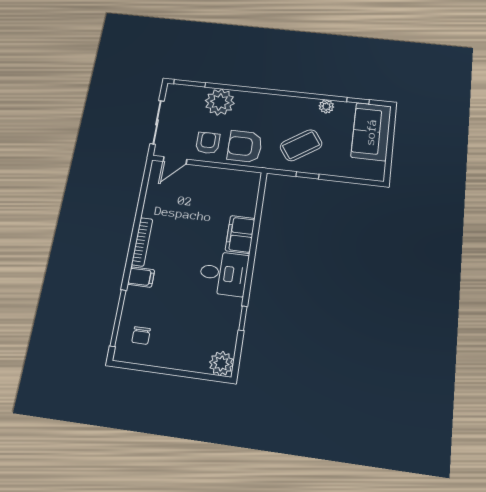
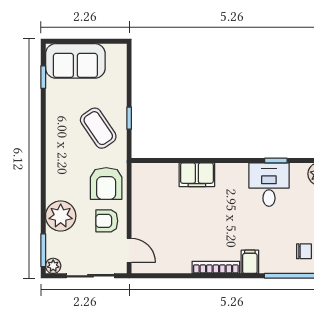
plant: (326, 106) -> (53, 266), moved
desk: (224, 273) -> (269, 185), moved

